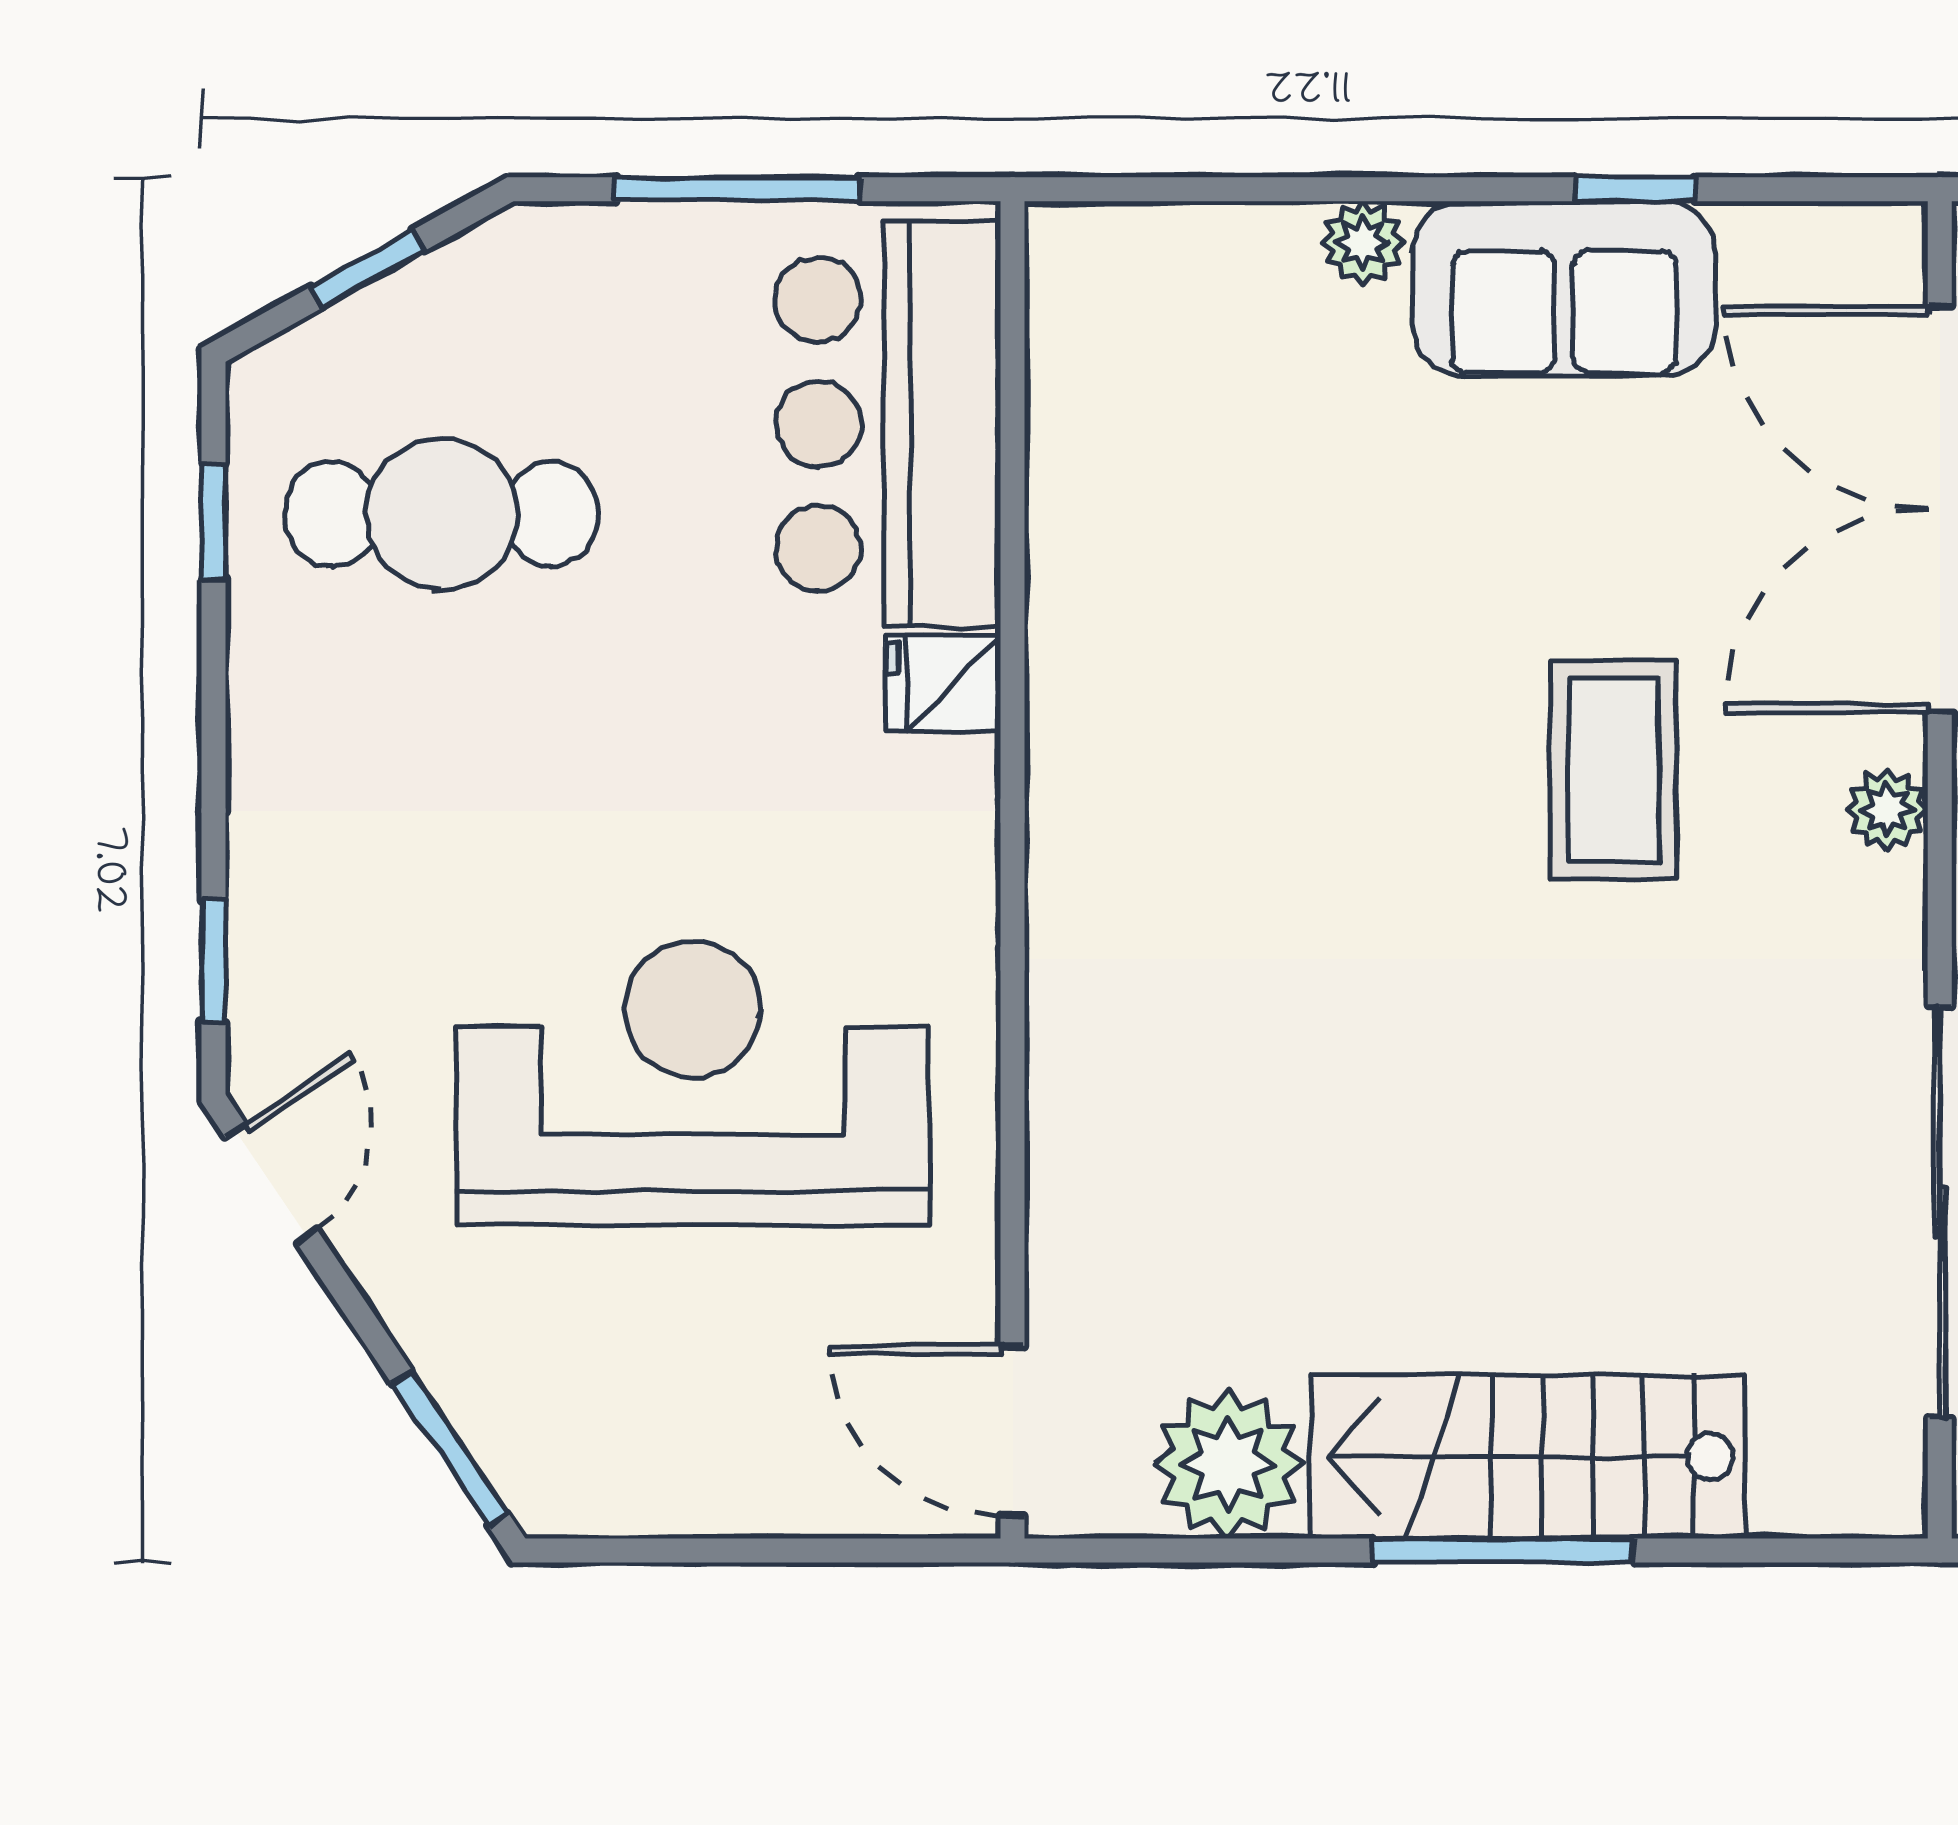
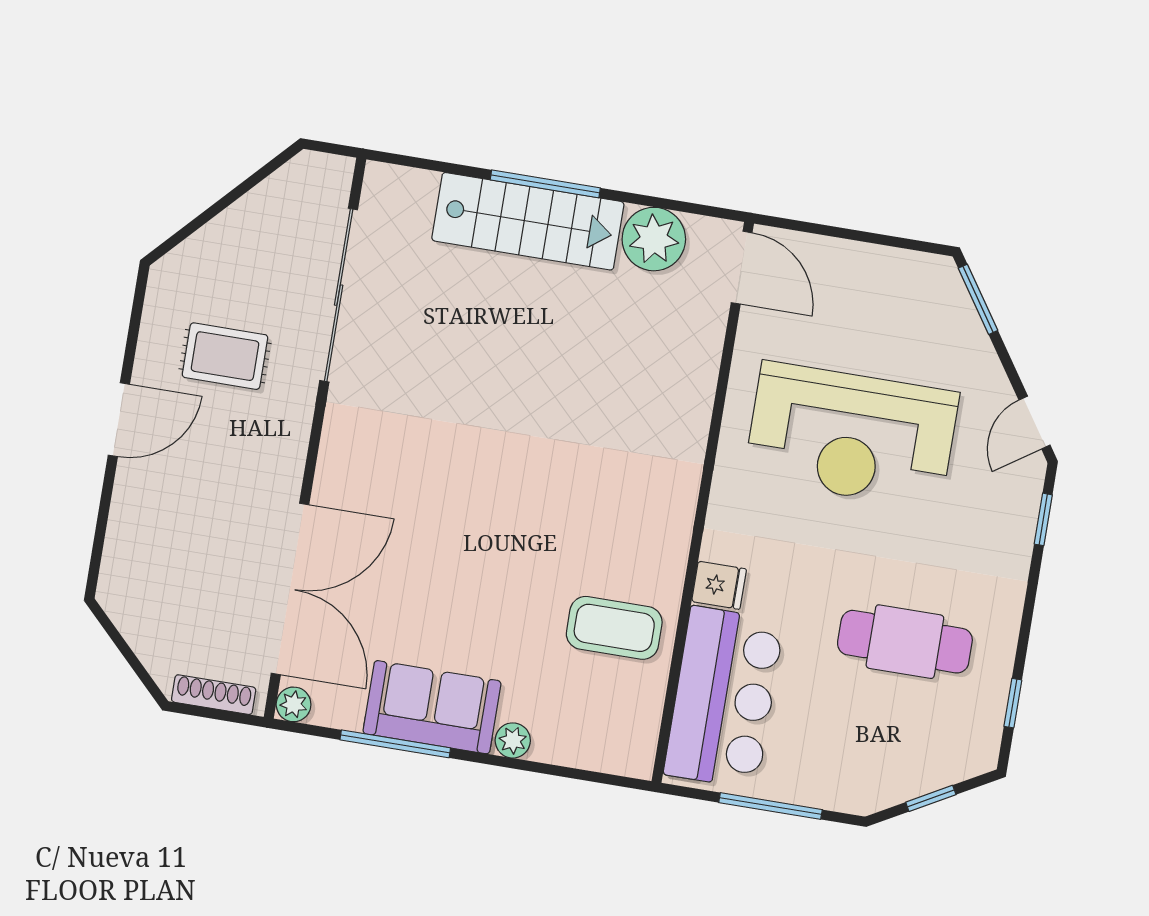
window: (1635, 189) -> (395, 744), width x2.17
cafe table: (441, 514) -> (905, 642), moved
coffee table: (1613, 769) -> (614, 628), moved, turned 90
plant: (1887, 810) -> (294, 704), moved

